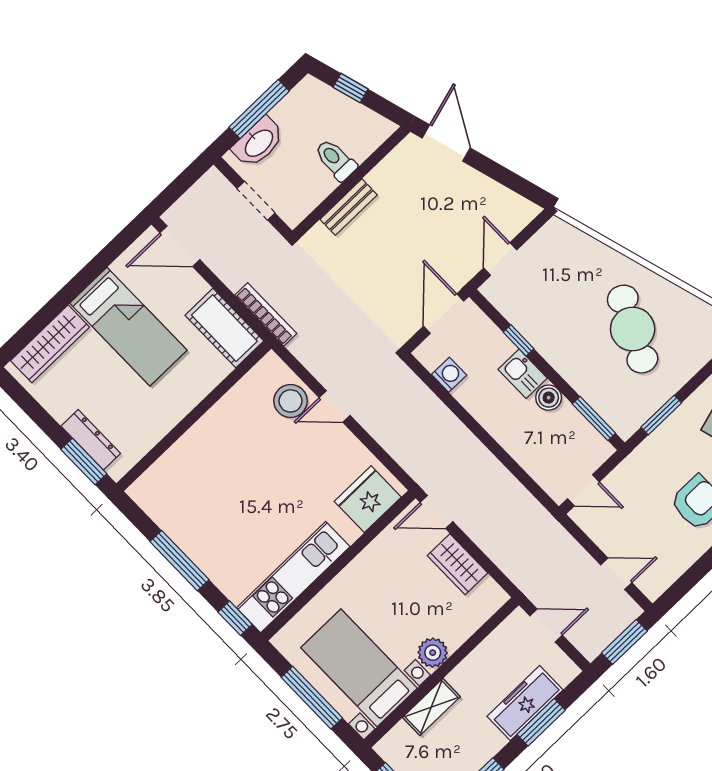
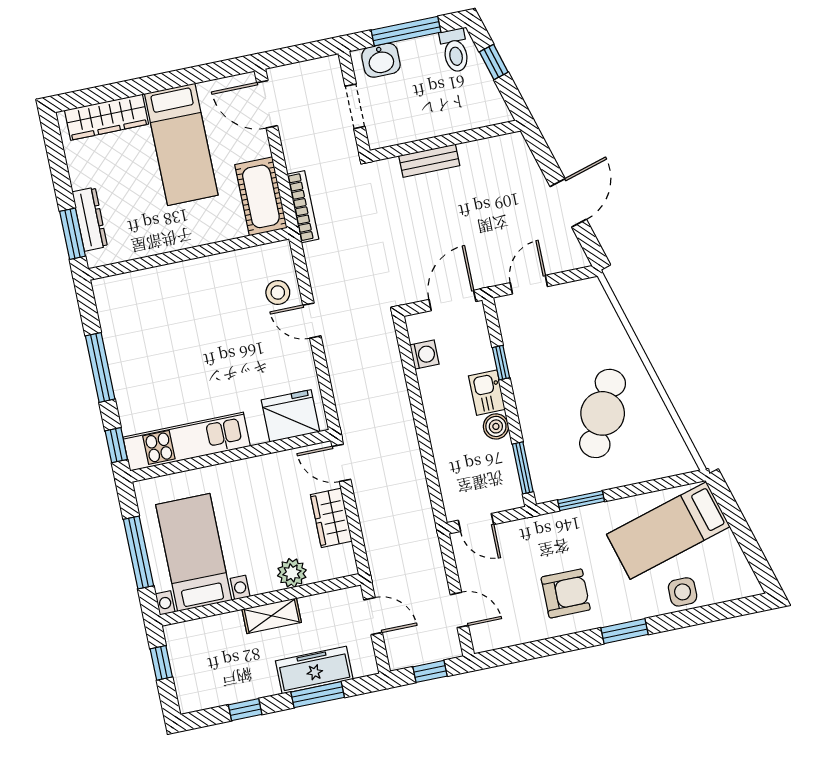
washbasin: (258, 143) -> (381, 60), width x0.72
door: (446, 143) -> (568, 203), moved
toilet: (336, 160) -> (455, 51), moved, turned 180
stool: (291, 401) -> (278, 292), width x0.73, depth x0.73
window: (624, 642) -> (430, 671), width x0.67
plant: (433, 653) -> (292, 573), moved
shelving: (431, 707) -> (272, 616), moved

